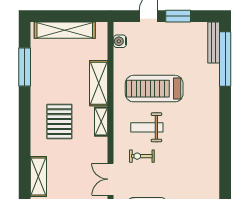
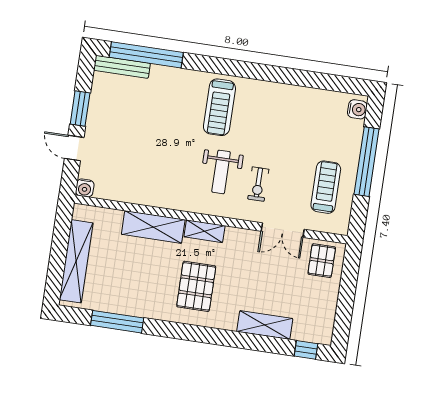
water cooler: (120, 41) -> (85, 188), moved
treadmill: (154, 89) -> (219, 107), moved, width x0.73, depth x0.73
pallet: (59, 122) -> (196, 286), turned 90

